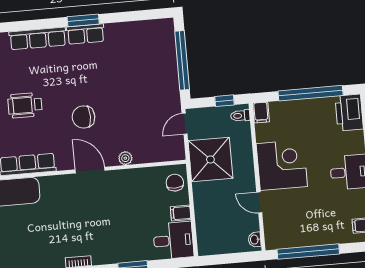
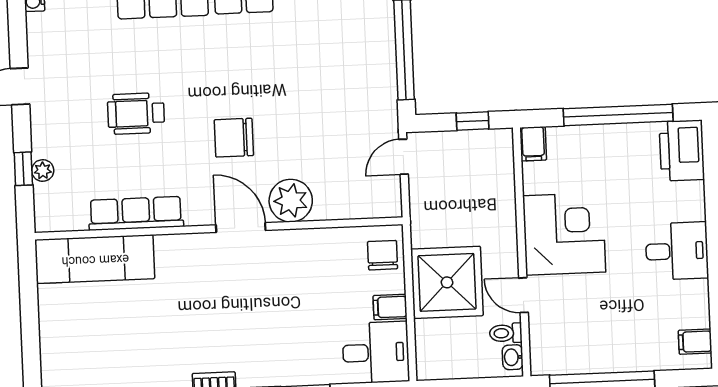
toilet: (240, 116) -> (506, 333), moved
plant: (125, 158) -> (291, 201), width x1.88, depth x1.88
shower: (210, 160) -> (447, 282), moved

